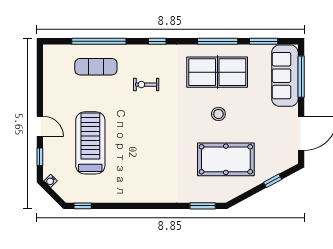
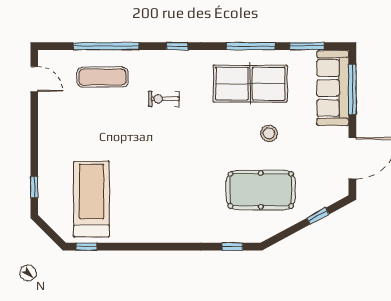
stool: (218, 114) -> (269, 133), moved
door: (40, 126) -> (34, 79), moved
treadmill: (90, 143) -> (91, 199), moved
water cooler: (51, 181) -> (47, 216), removed
window: (203, 206) -> (232, 247), width x0.67

